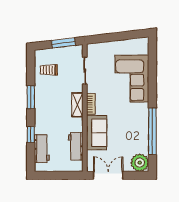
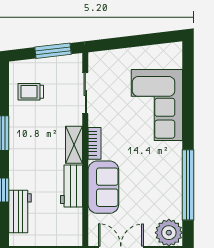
workbench: (76, 146) -> (72, 186), moved

